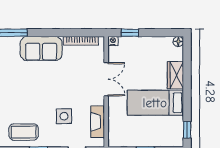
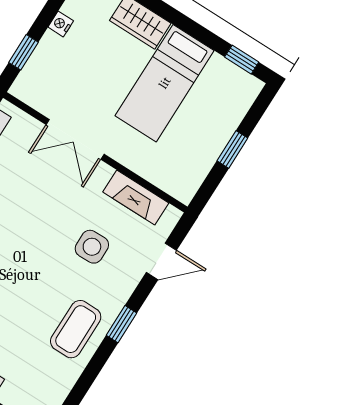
nightstand: (113, 41) -> (61, 24), moved
double door: (106, 79) -> (75, 139), swing flipped

